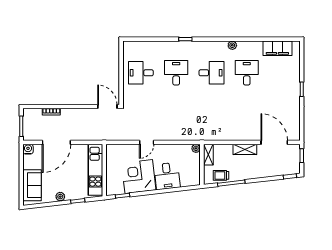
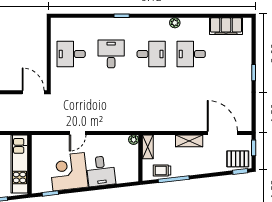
desk: (247, 73) -> (191, 54), turned -90
pallet: (288, 165) -> (238, 159), added

